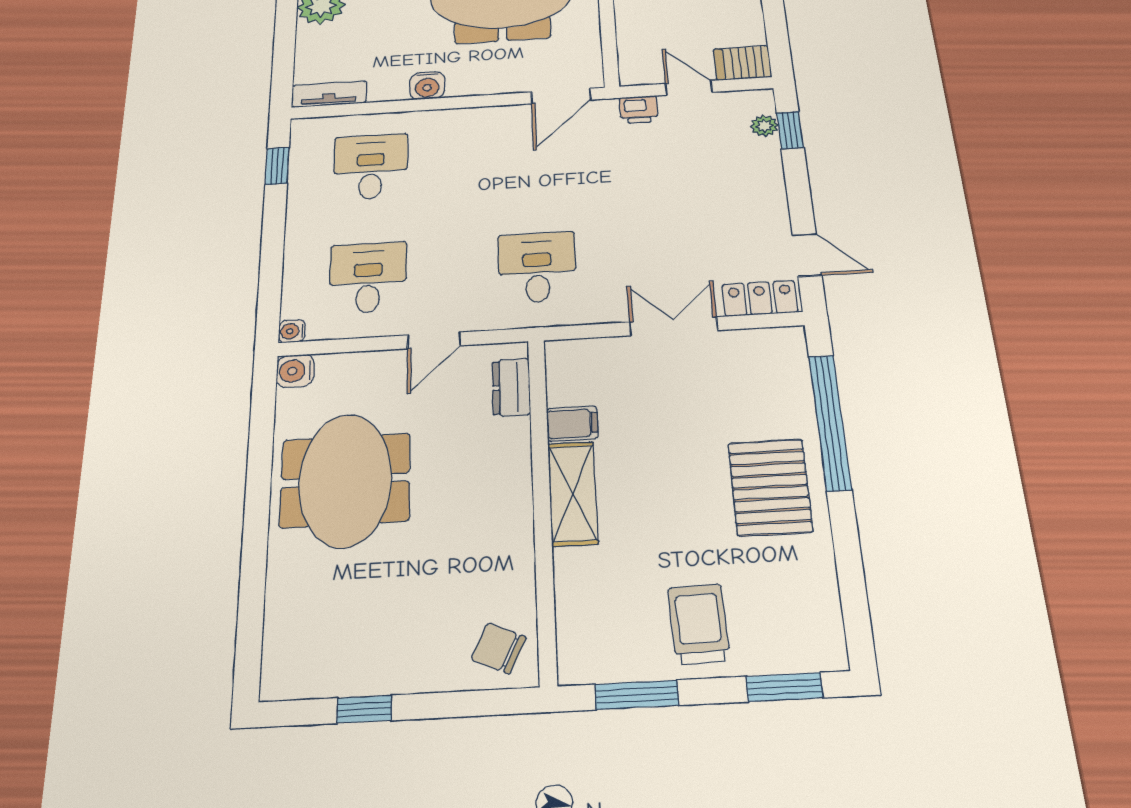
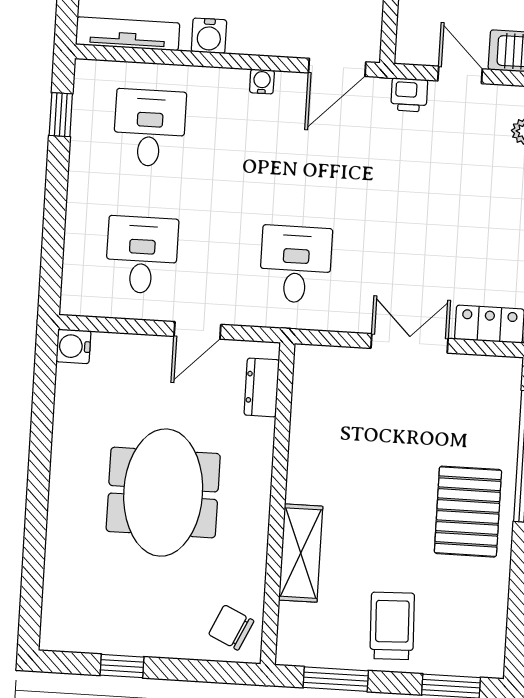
tv unit: (329, 94) -> (128, 34), width x1.41
water cooler: (292, 331) -> (262, 82), moved, turned 90
filing cabinet: (572, 423) -> (311, 430), removed
meeting table: (345, 480) -> (163, 493), moved
shelving: (573, 493) -> (301, 553), moved

